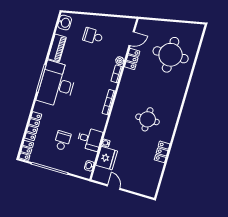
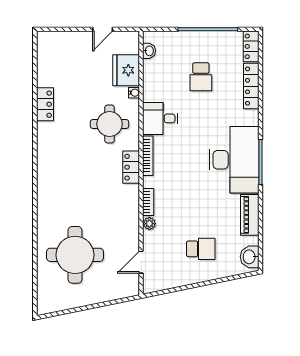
locker: (132, 59) -> (131, 167), moved
round table: (148, 119) -> (110, 124), moved
desk: (90, 139) -> (160, 118), moved
door: (114, 187) -> (103, 29), hinge flipped

